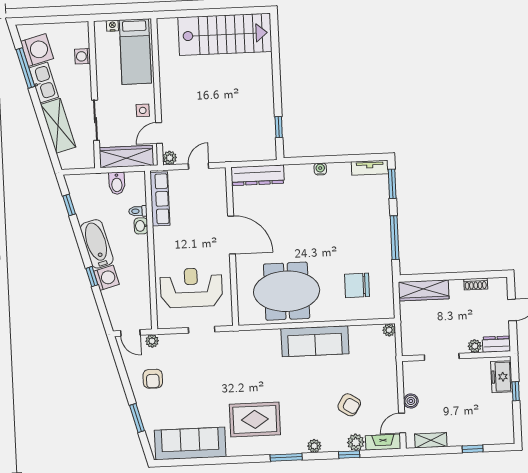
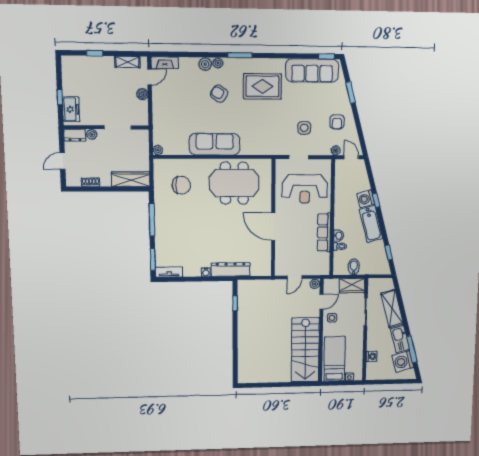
stairs: (225, 34) -> (305, 350), moved, turned -90
wardrobe: (126, 157) -> (352, 286), width x0.67
dresser: (258, 175) -> (231, 269), moved
row of seats: (160, 199) -> (324, 232), moved
side table: (197, 369) -> (304, 128), added
armchair: (153, 379) -> (337, 122), turned 180
armchair: (349, 405) -> (219, 94), moved
plant: (356, 442) -> (205, 64), moved
window: (349, 454) -> (327, 56), moved

